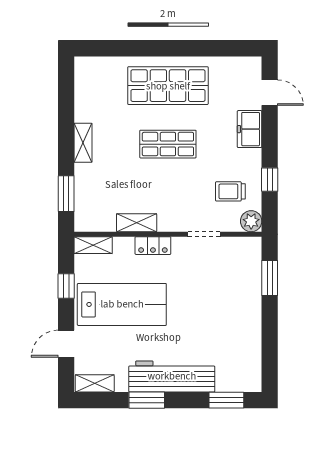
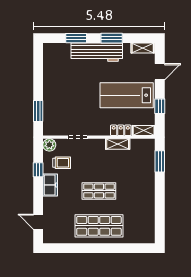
freezer: (250, 129) -> (50, 185), moved
shelving: (83, 143) -> (150, 192), removed
locker: (153, 246) -> (121, 130), moved
window: (226, 400) -> (76, 38), moved

